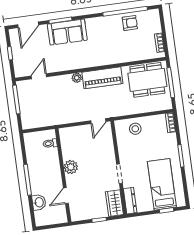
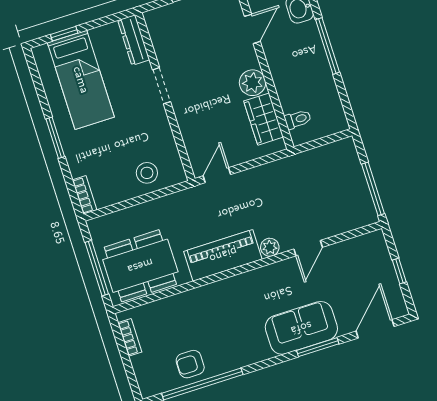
door: (39, 76) -> (308, 248), moved
wardrobe: (114, 203) -> (264, 119), moved, turned 180

